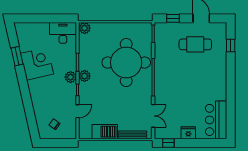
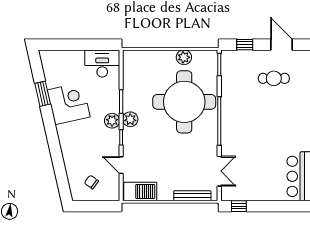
plant: (85, 28) -> (184, 57), moved
cafe table: (195, 44) -> (274, 78), width x0.73, depth x0.74
door: (78, 111) -> (121, 165), swing flipped
barbecue: (105, 132) -> (140, 191), moved
fridge: (188, 133) -> (265, 193), removed

